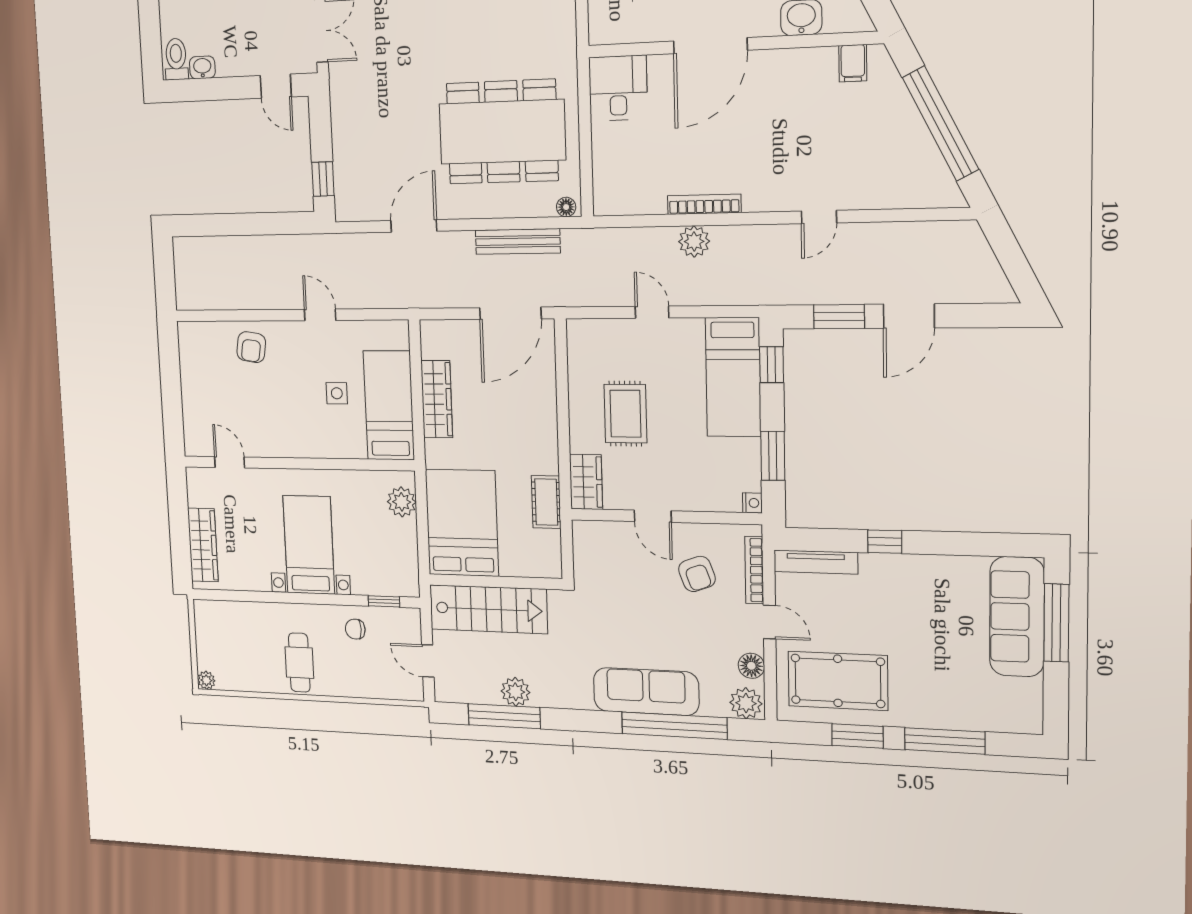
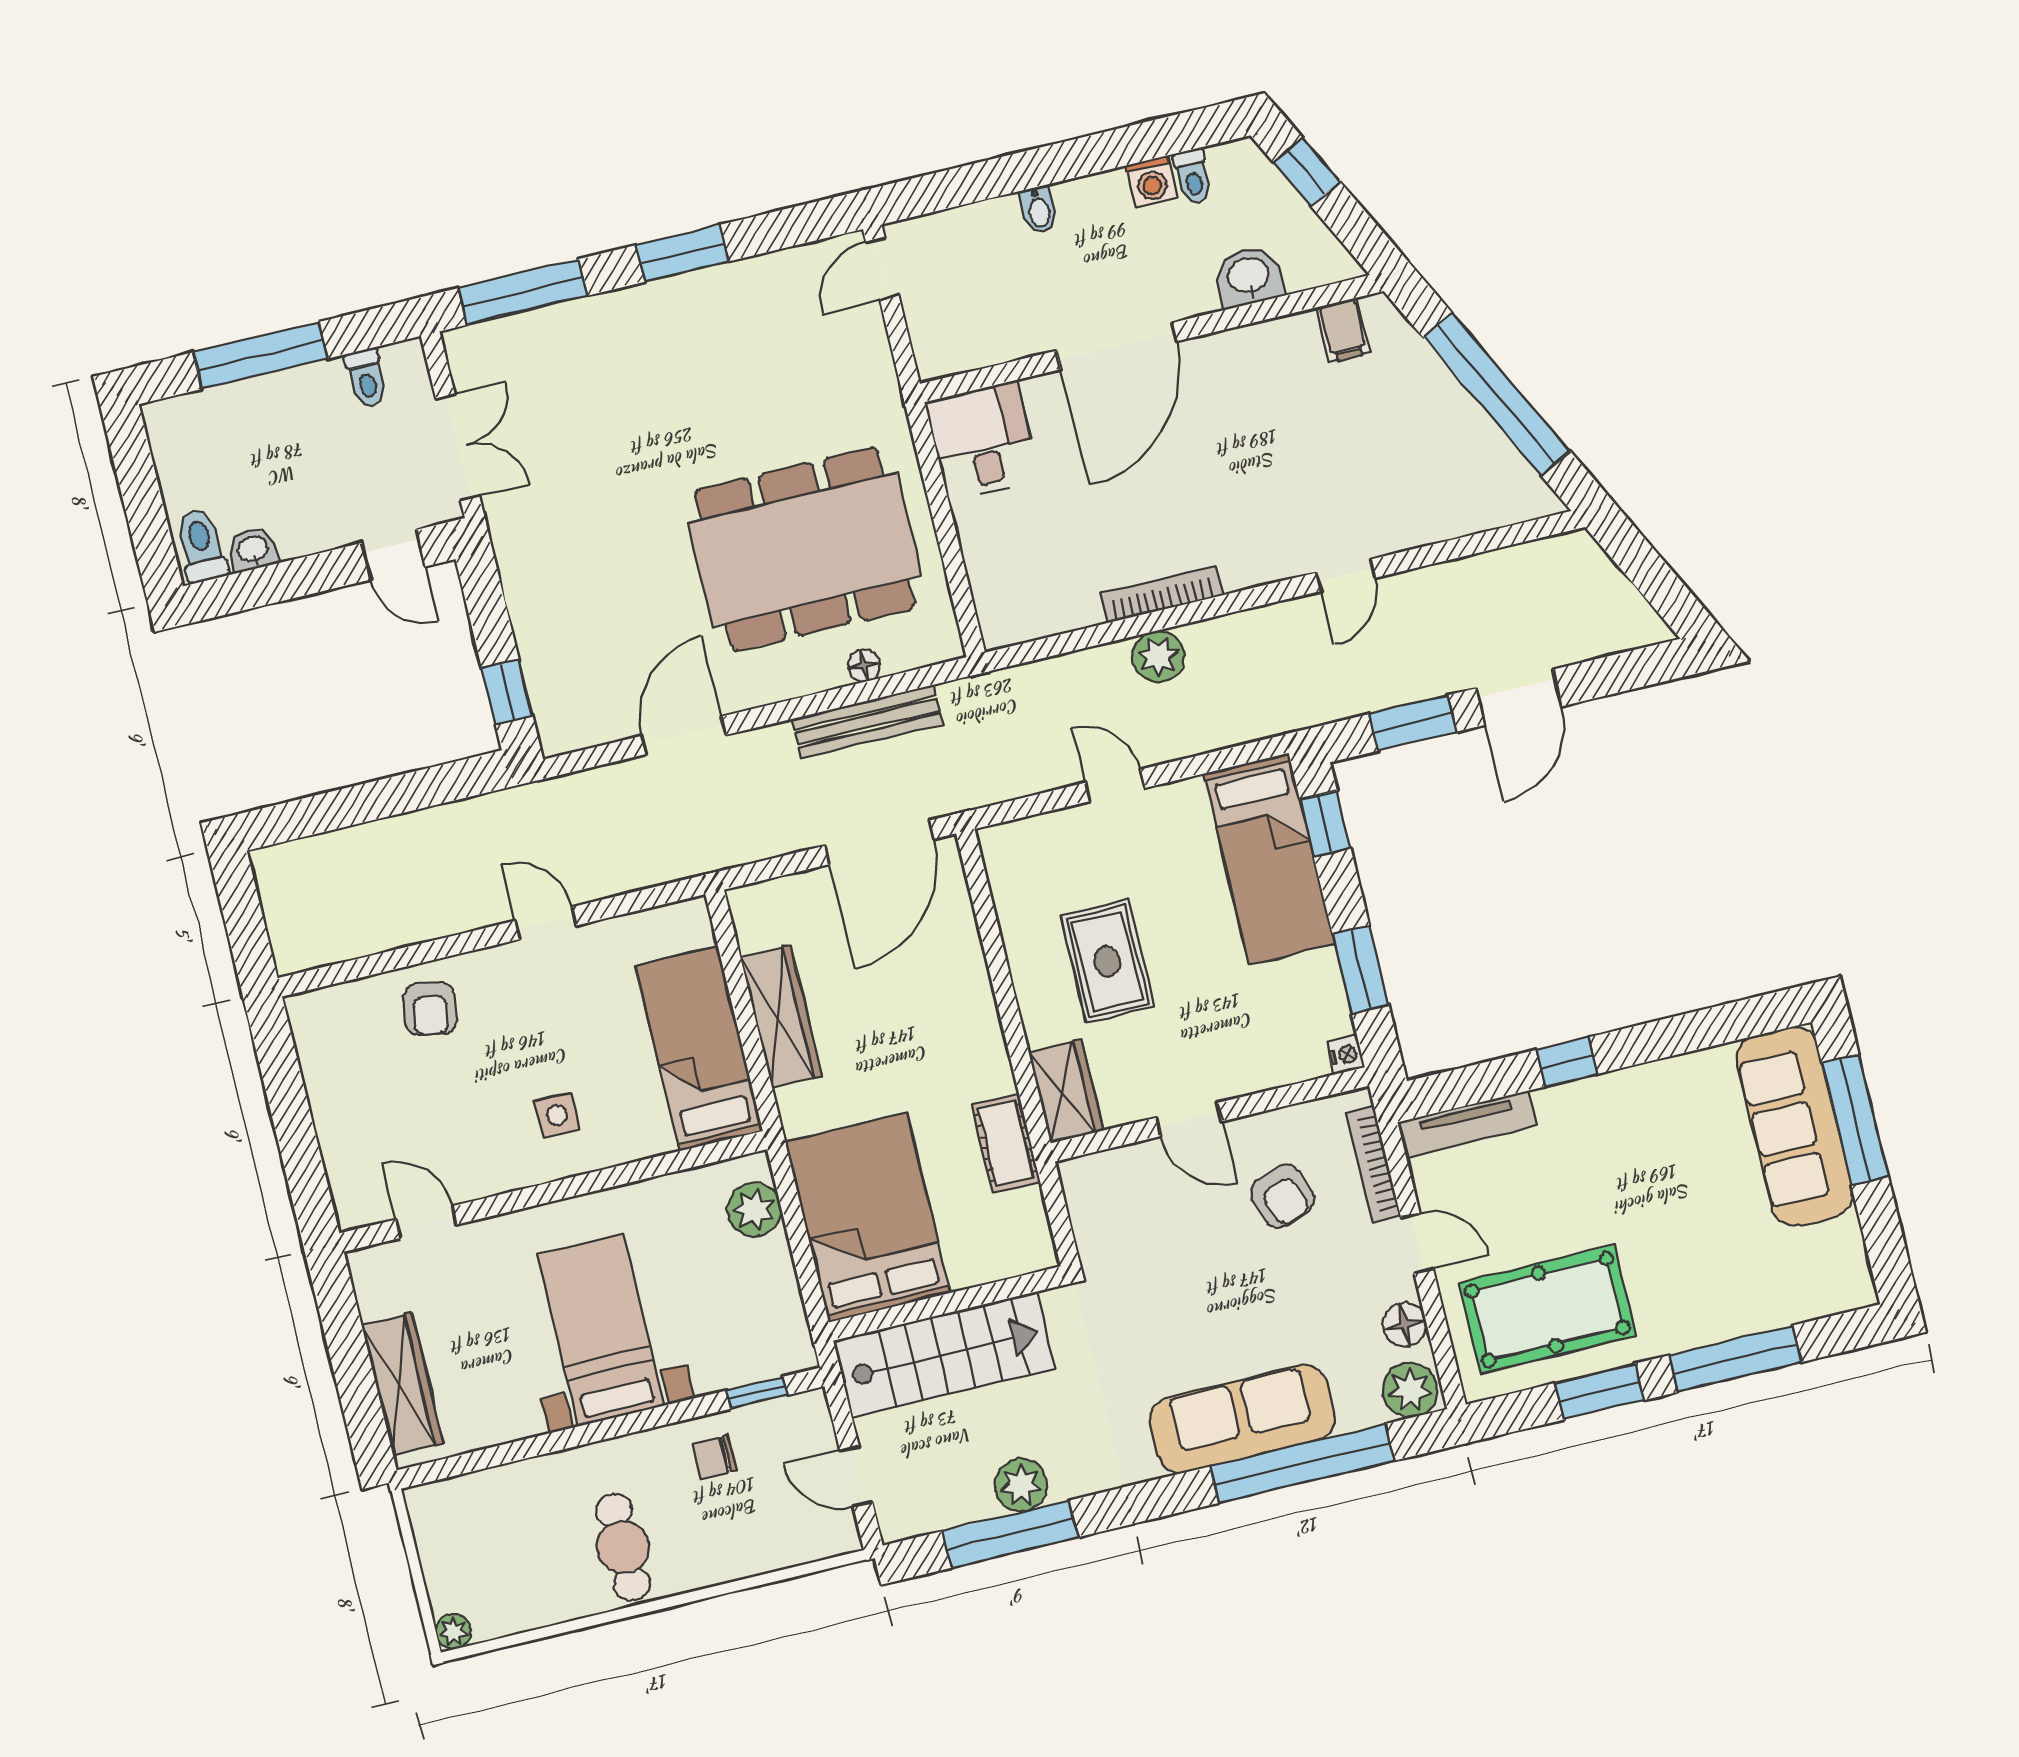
floor lamp: (566, 207) -> (864, 665), moved
side table: (337, 393) -> (557, 1115), moved

